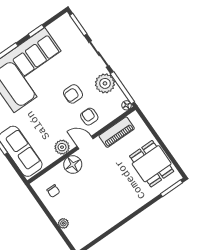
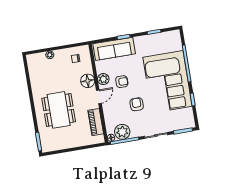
plant: (105, 83) -> (122, 132), moved
armchair: (89, 117) -> (122, 82), moved
dining table: (152, 164) -> (59, 110), moved, width x1.38

